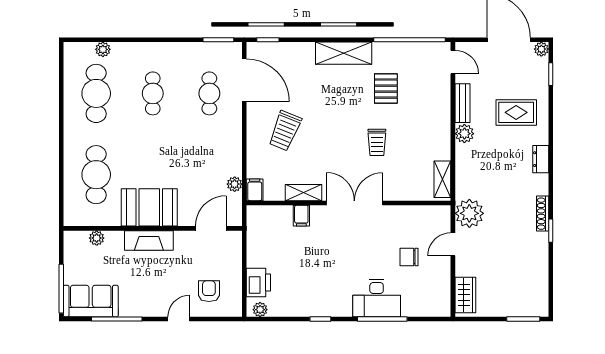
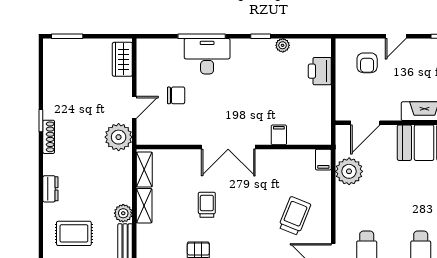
plant: (235, 184) -> (349, 171), width x1.88, depth x1.88
shelving: (303, 193) -> (144, 206), moved, turned 90
plant: (260, 310) -> (283, 45), moved

